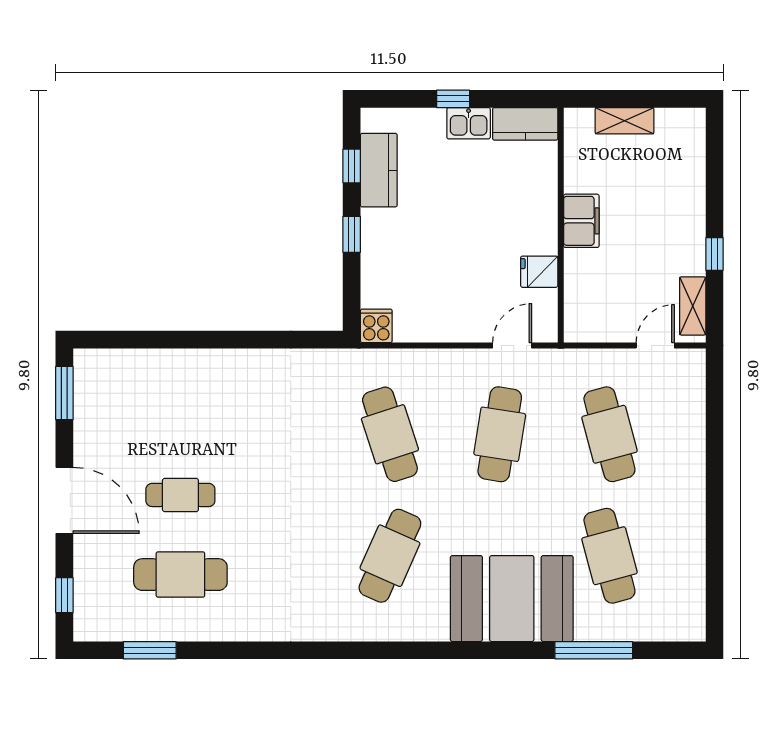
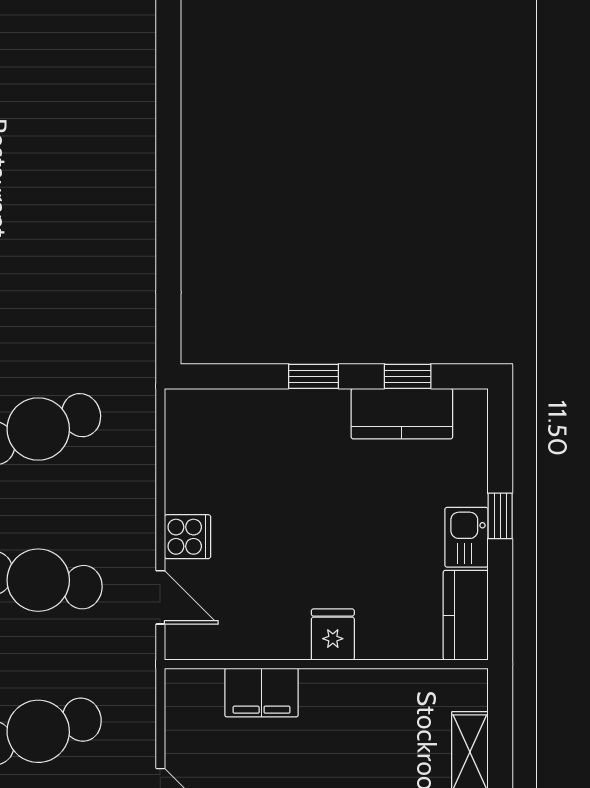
filing cabinet: (581, 221) -> (262, 693), moved
fridge: (539, 272) -> (333, 634), moved
cooker: (376, 326) -> (188, 537), moved

